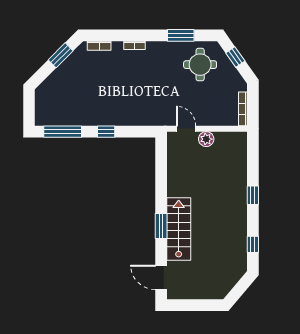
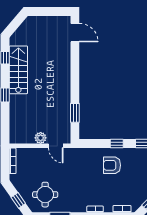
armchair: (112, 103) -> (112, 165), added
window: (161, 226) -> (75, 113), moved
stairs: (179, 229) -> (18, 70), moved, turned 180

